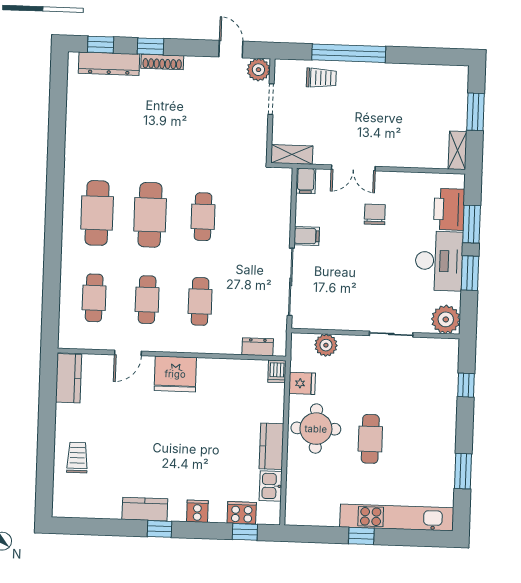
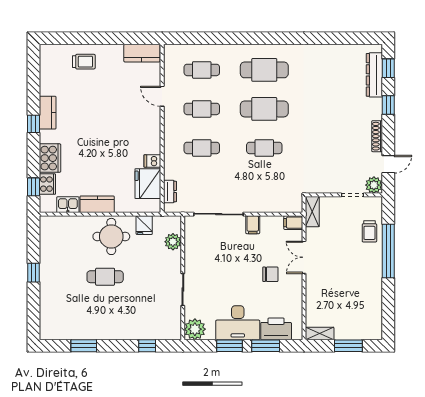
shoe rack: (162, 62) -> (377, 136), moved
dishwasher: (277, 371) -> (152, 161), moved
fridge: (175, 374) -> (148, 184), moved
cooker: (197, 511) -> (50, 158), width x1.87, depth x1.31
kitchen unit: (397, 517) -> (48, 298), removed

